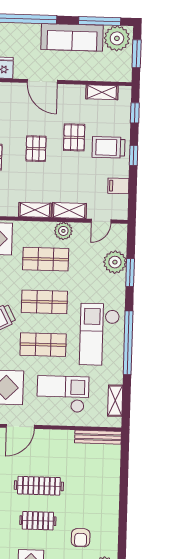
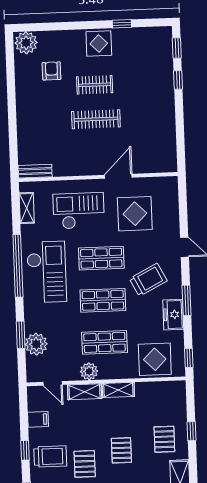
door: (101, 221) -> (53, 383), swing flipped
checkout: (63, 394) -> (79, 211), turned 180
bench: (98, 437) -> (35, 171), width x0.73

